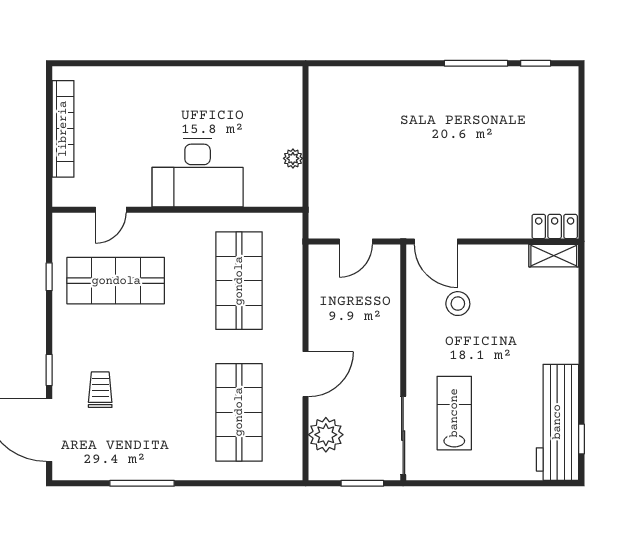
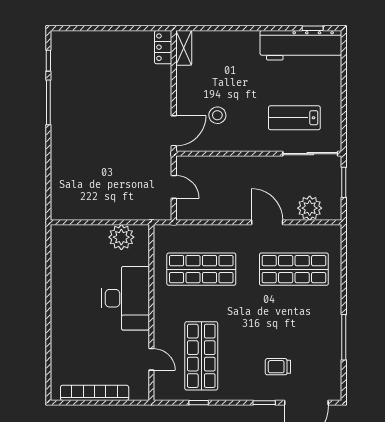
plant: (293, 158) -> (121, 237), width x1.87, depth x1.87

